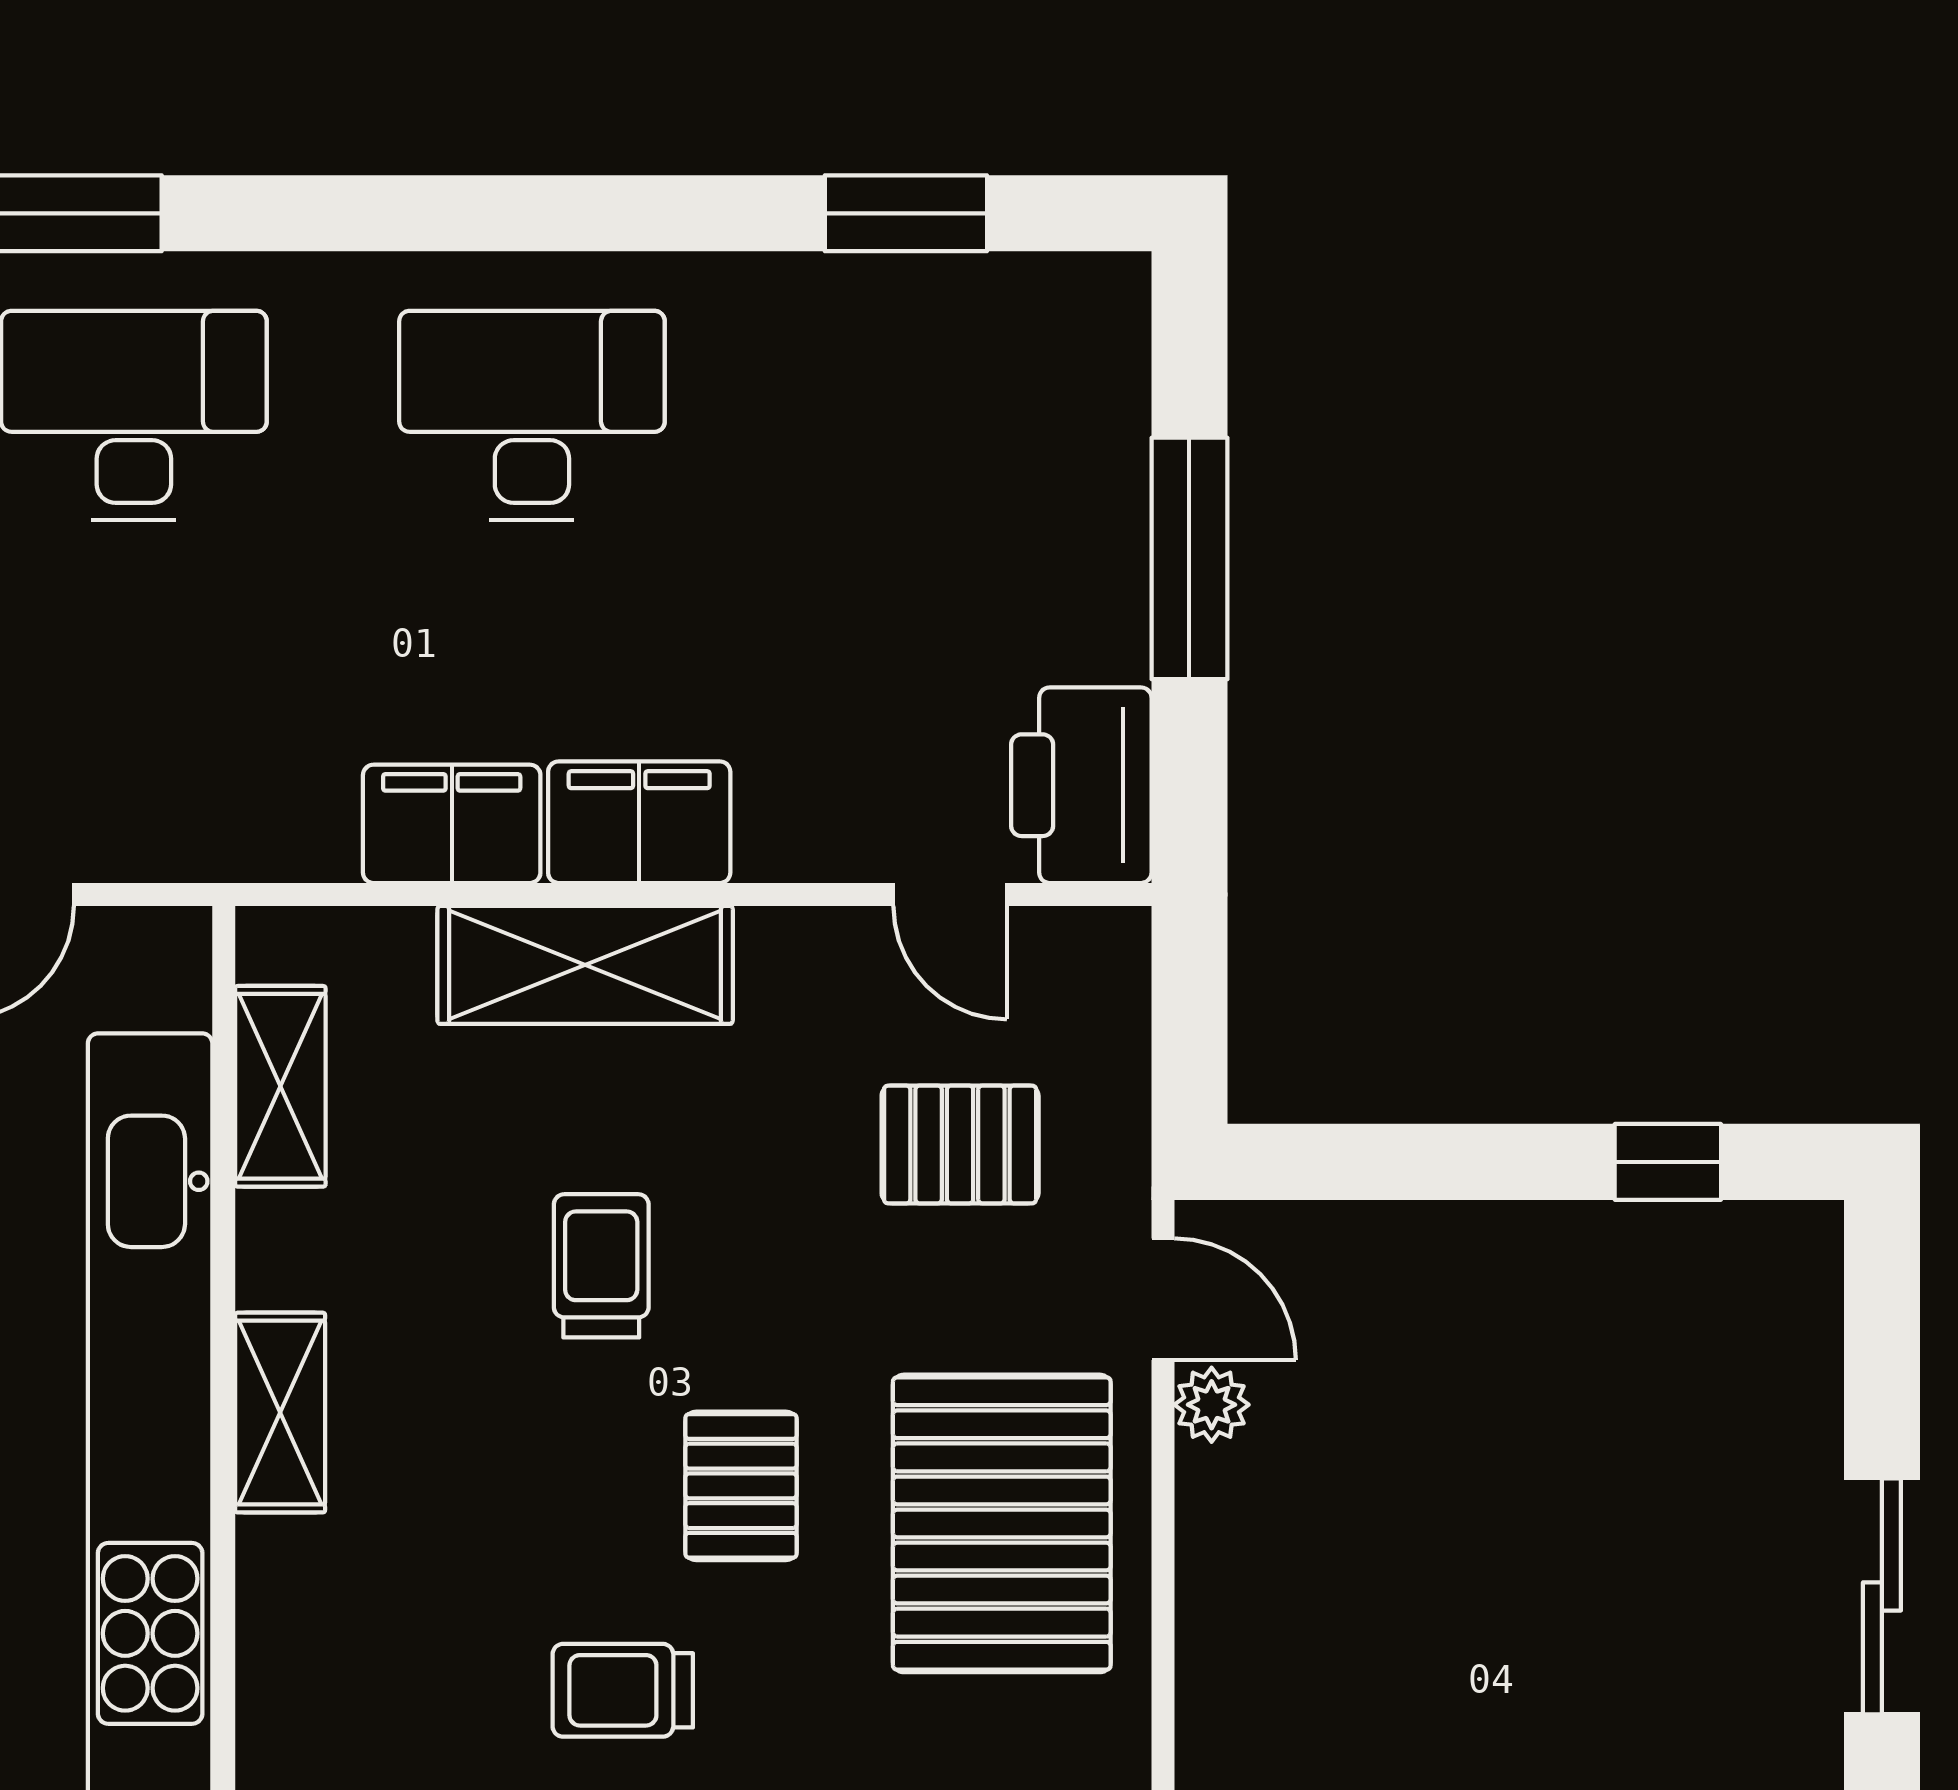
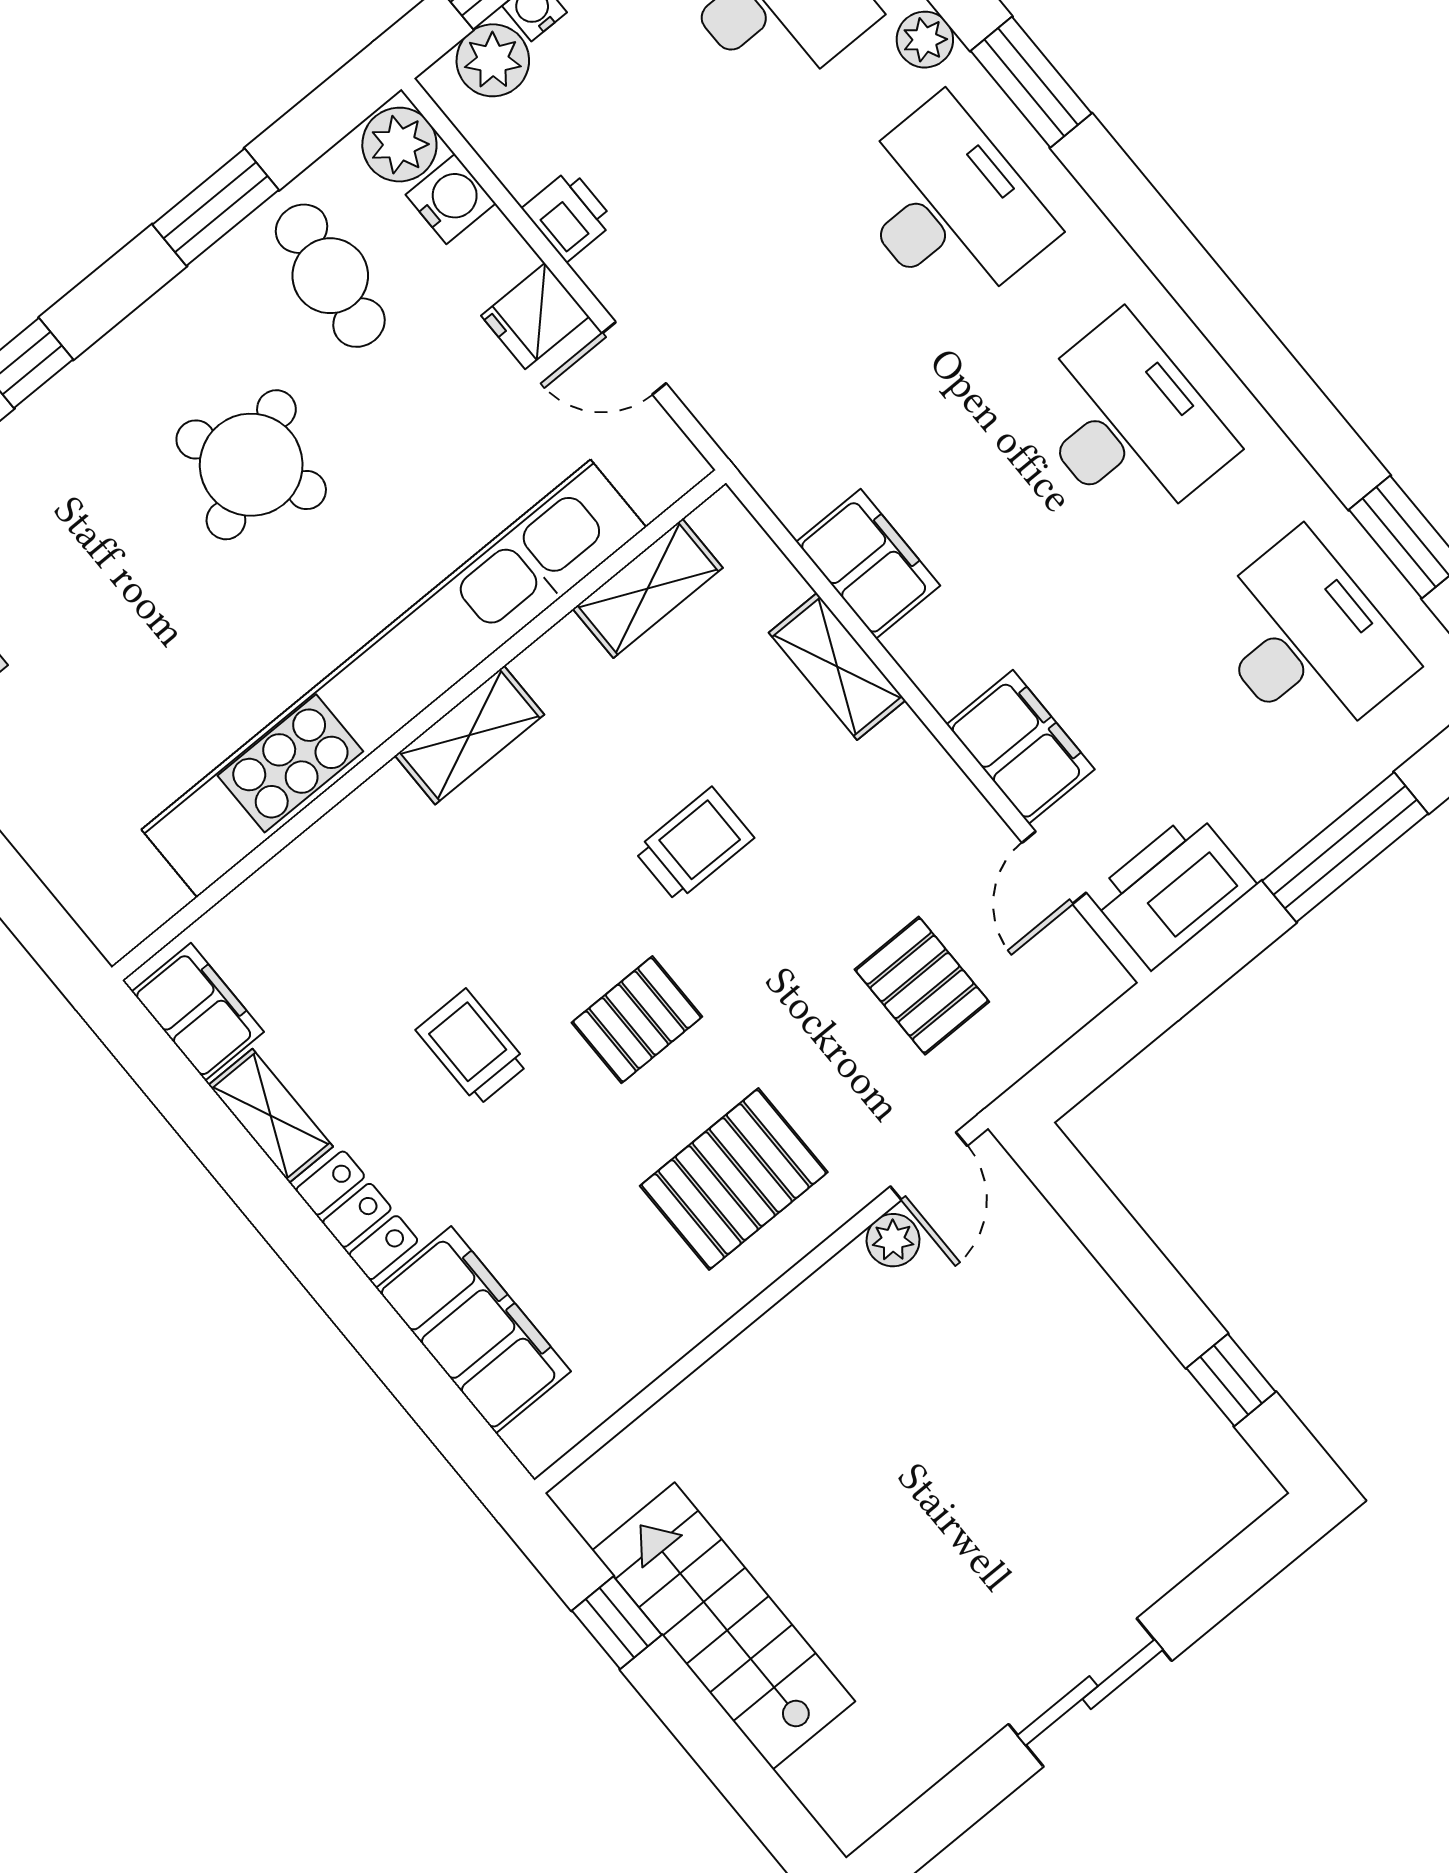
desk: (930, 415) -> (1307, 641), added
filing cabinet: (639, 822) -> (1021, 747), moved
shelving: (585, 965) -> (837, 666), width x0.67, depth x0.75
pallet: (1002, 1523) -> (734, 1179), width x0.73, depth x0.71

